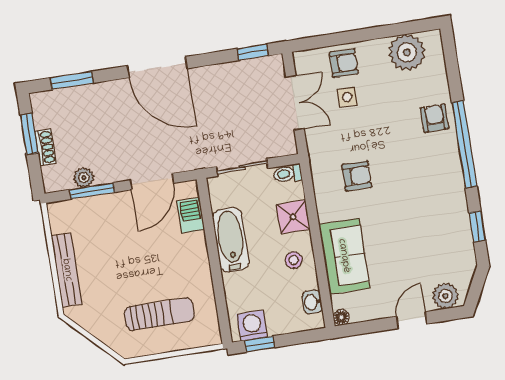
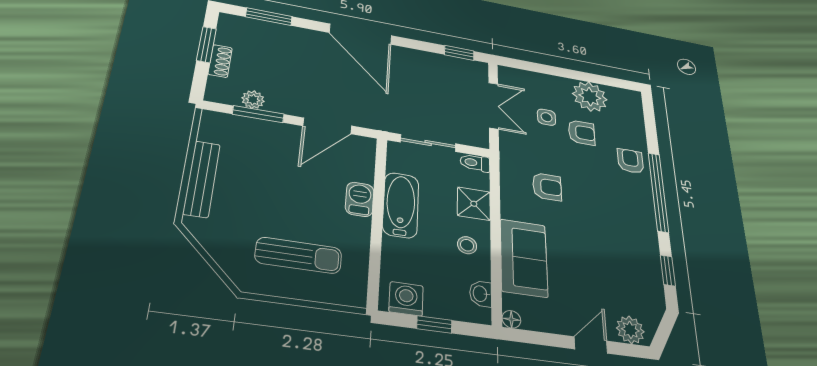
plant: (407, 52) -> (590, 97), moved
armchair: (344, 63) -> (582, 133), moved
barbecue: (191, 215) -> (360, 199), moved
window: (260, 344) -> (434, 324), moved

